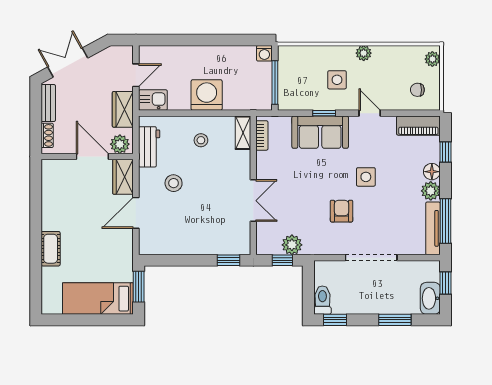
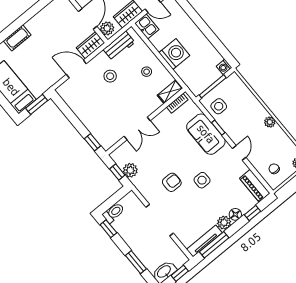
side table: (337, 80) -> (219, 106), moved

